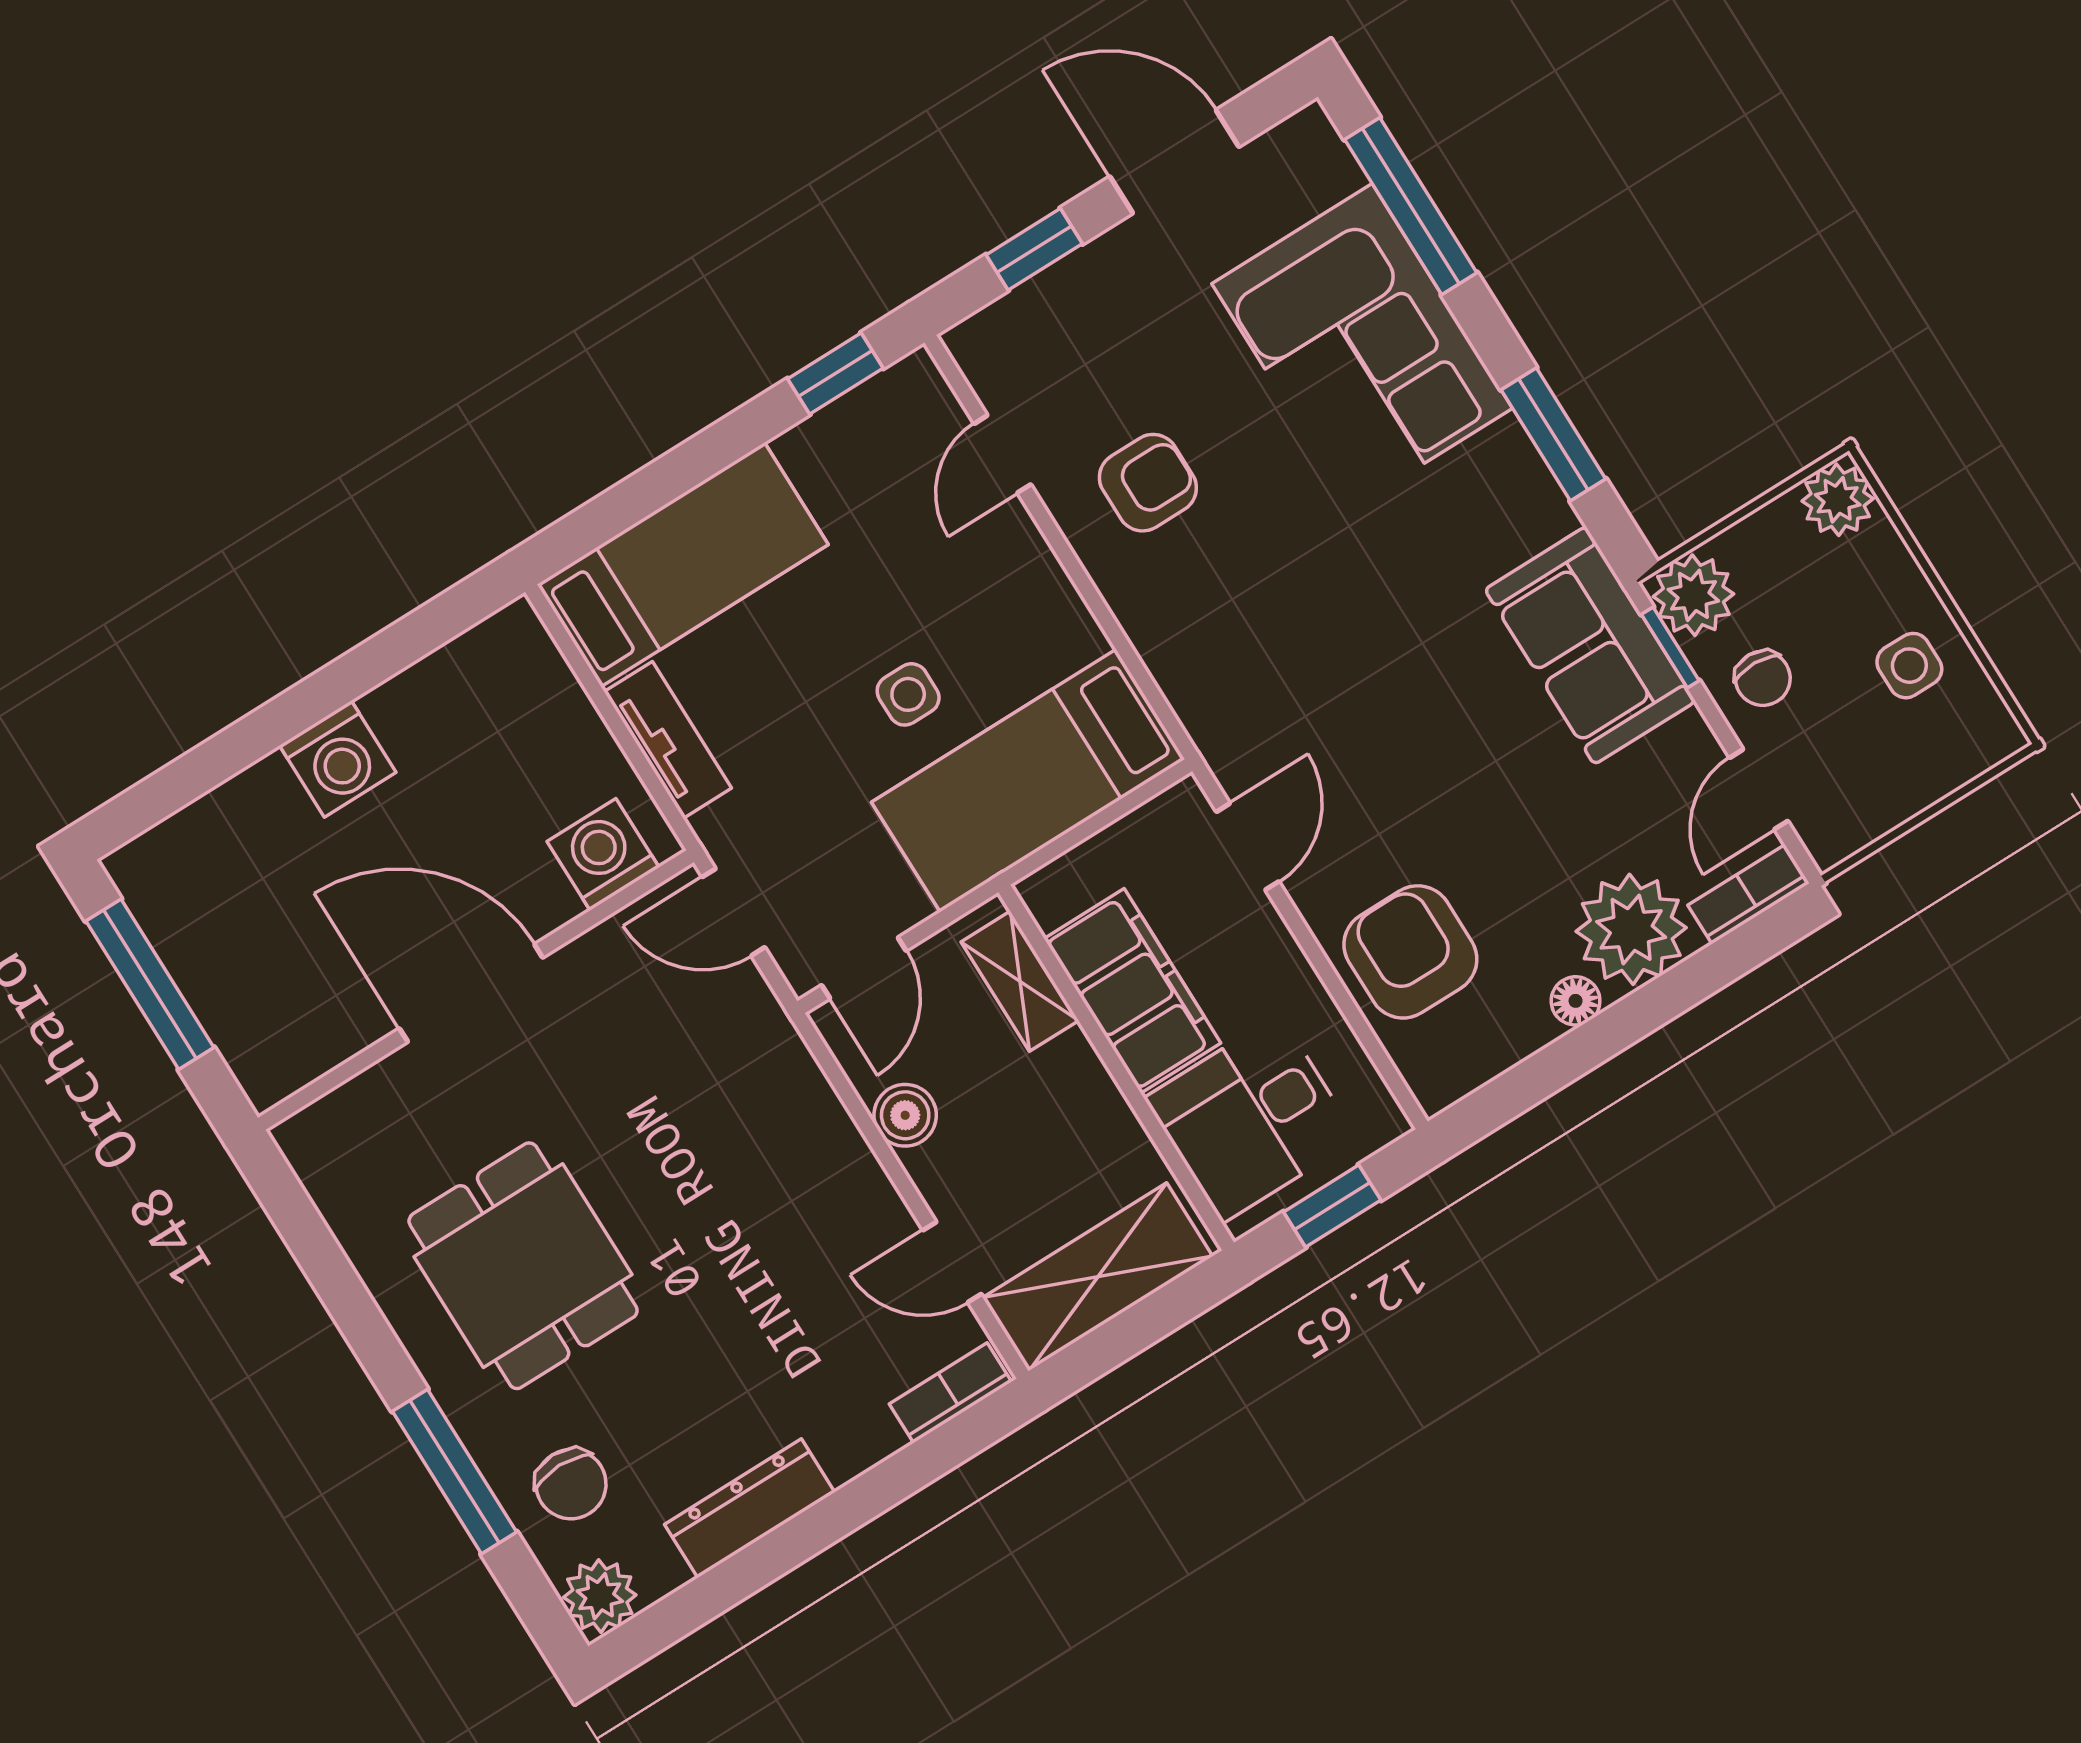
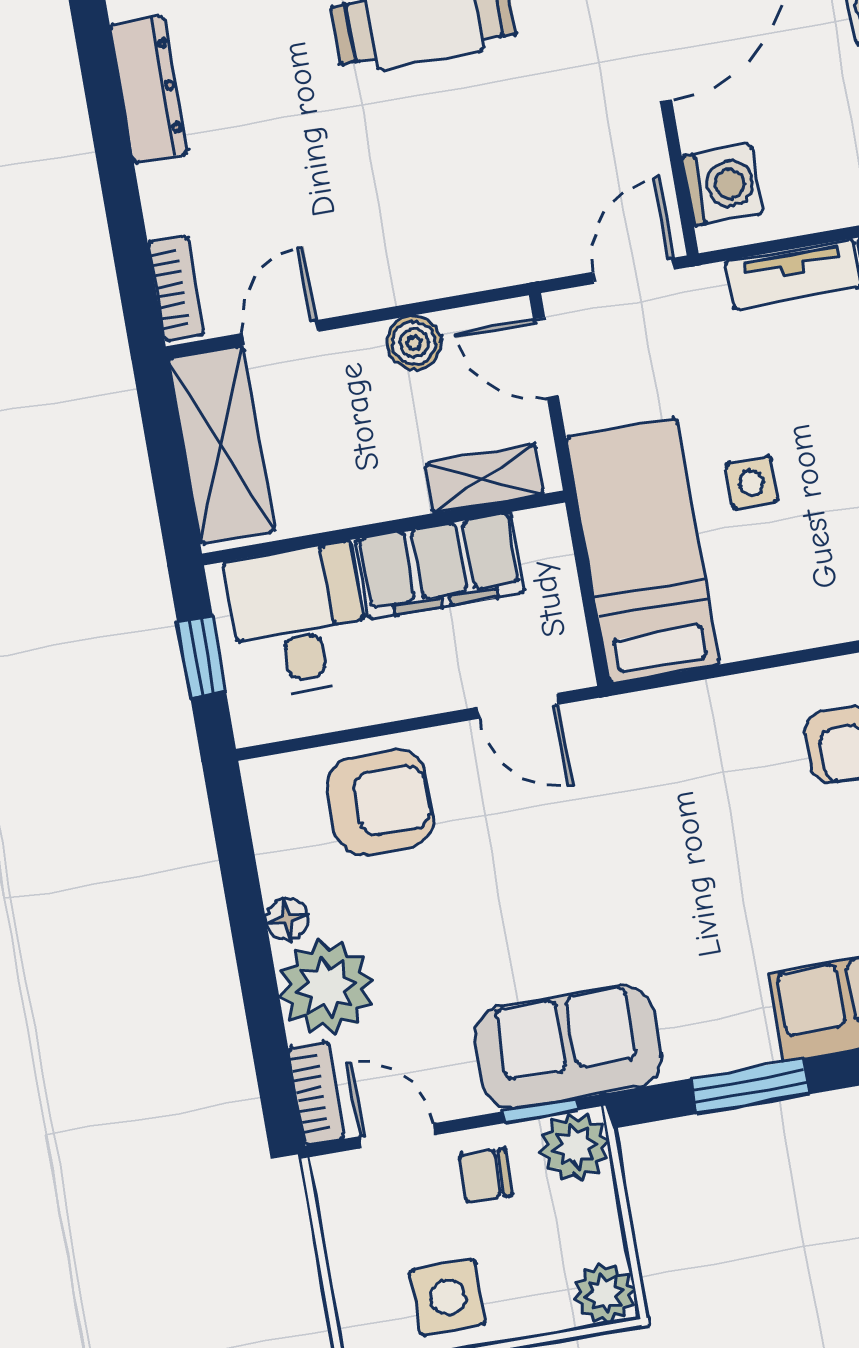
side table: (1909, 666) -> (448, 1297), width x1.37, depth x1.37

